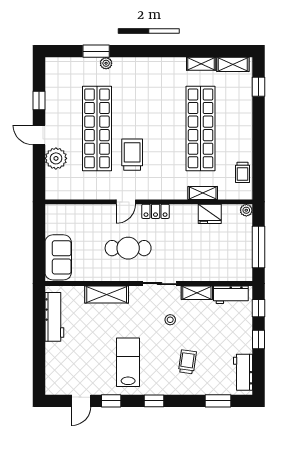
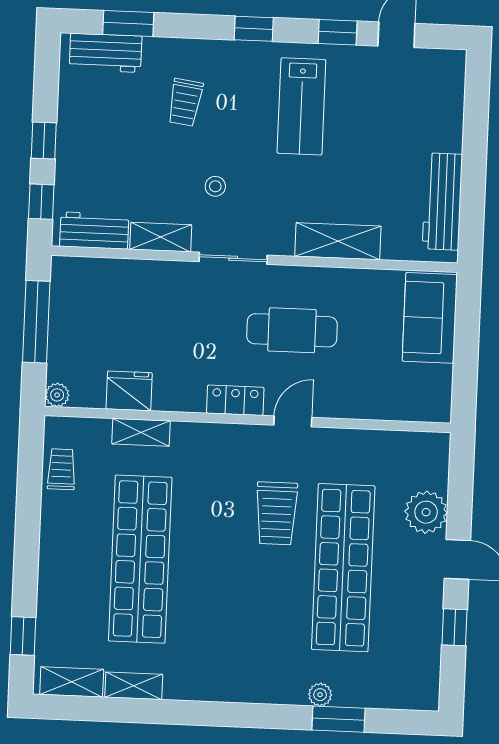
workbench: (243, 372) -> (106, 53), moved, turned 90

